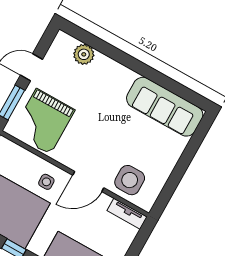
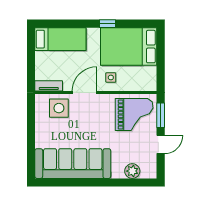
sofa: (165, 107) -> (73, 164), width x1.36, depth x1.27
grand piano: (43, 121) -> (134, 115), turned 90

